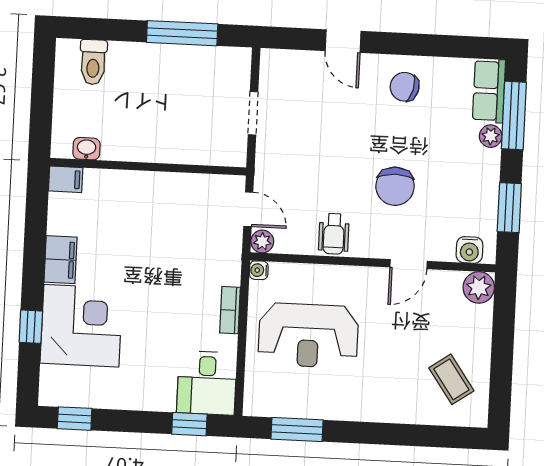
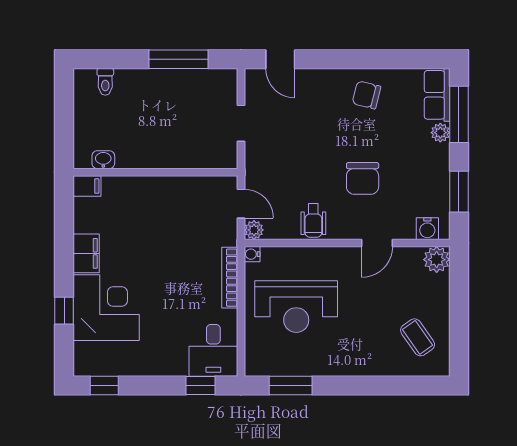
door: (343, 41) -> (280, 59), moved
toilet: (93, 62) -> (105, 82), width x0.73, depth x0.72
bookcase: (230, 310) -> (230, 278), width x1.56

